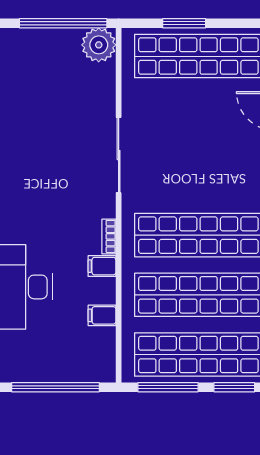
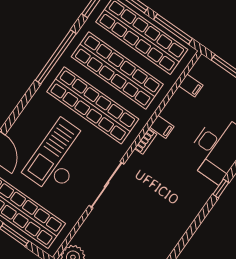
checkout: (196, 148) -> (58, 157), added
filing cabinet: (102, 315) -> (191, 86), moved

